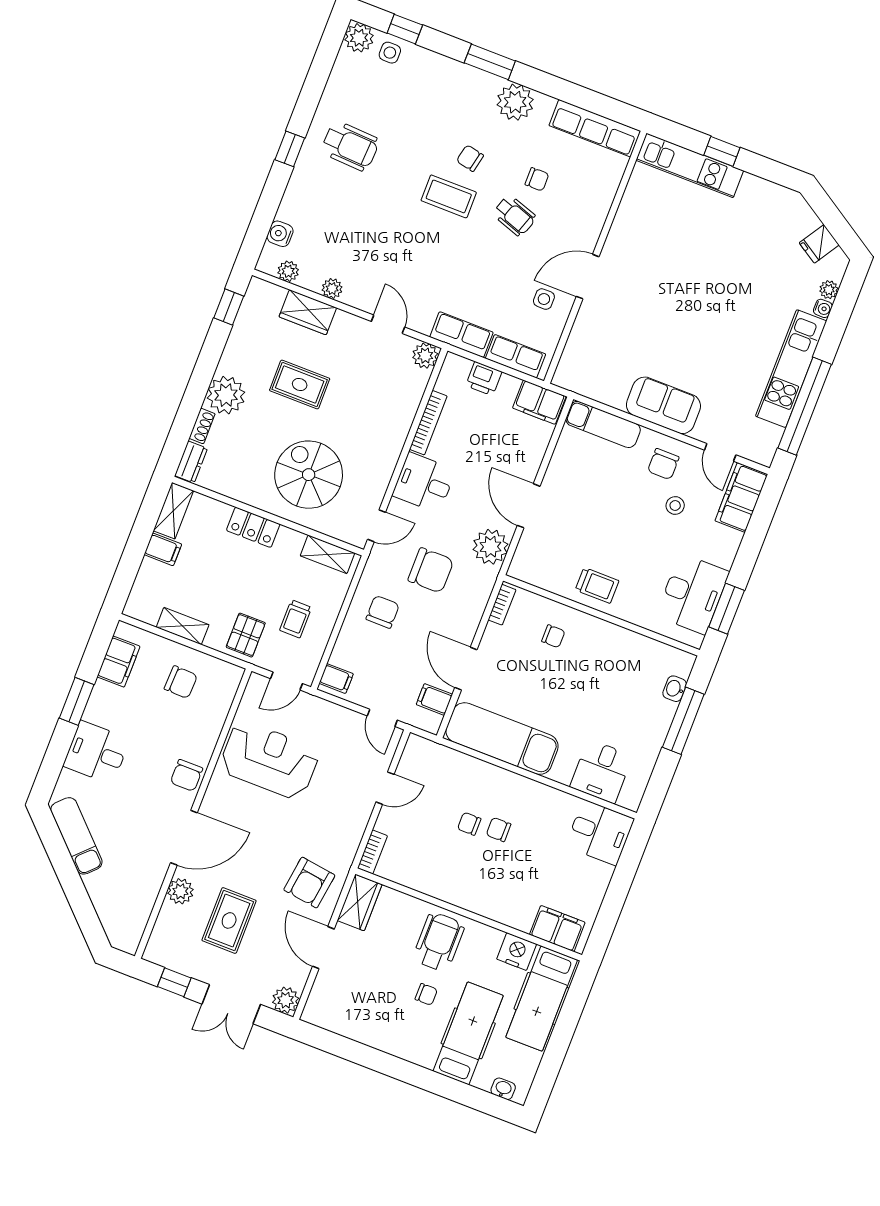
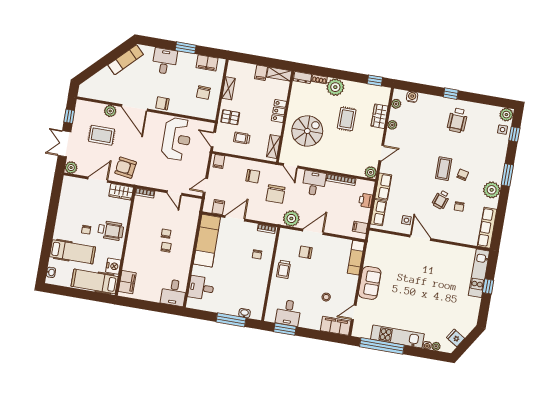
filing cabinet: (539, 402) -> (360, 227), width x0.50
chair: (663, 464) -> (306, 252), moved
desk: (693, 594) -> (288, 313), width x0.73

